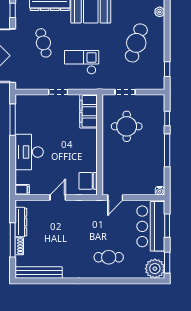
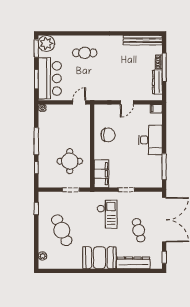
cafe table: (136, 43) -> (62, 230), turned -42
checkout: (82, 62) -> (107, 214), turned -90
chair: (88, 181) -> (108, 135), moved

